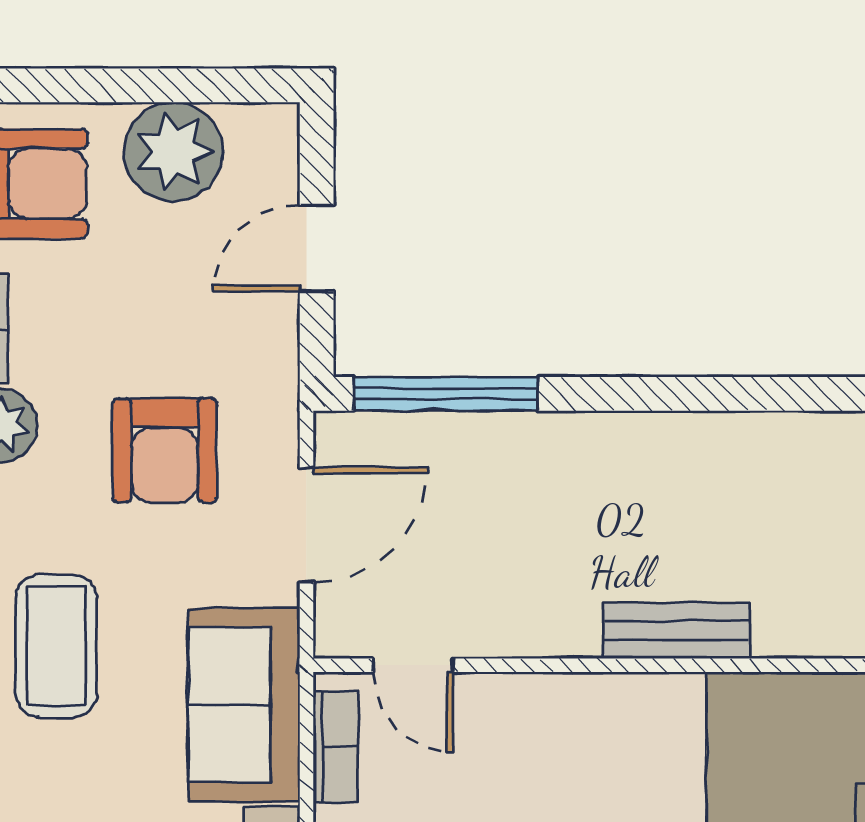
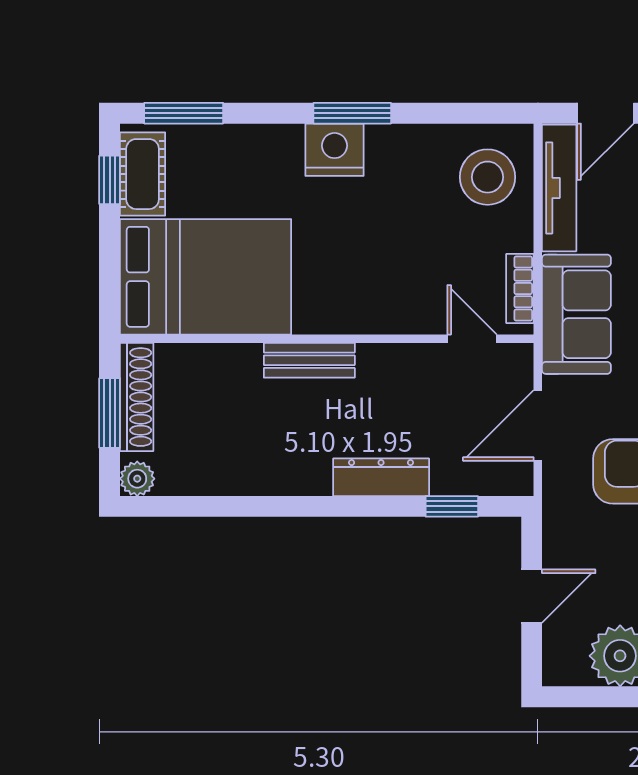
window: (446, 394) -> (452, 506), width x0.46
dresser: (561, 441) -> (381, 477), added

